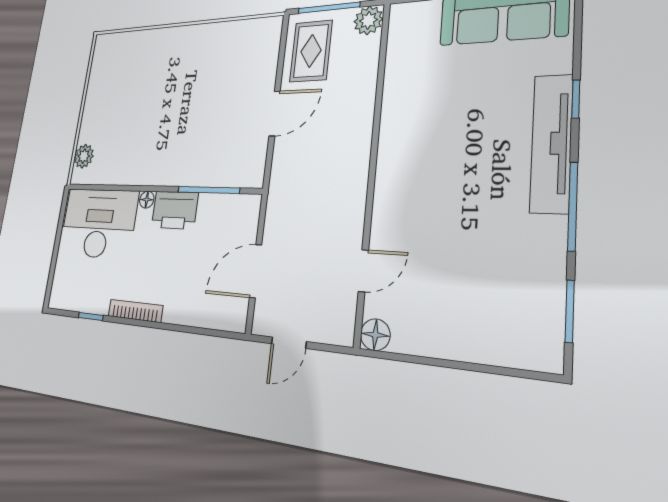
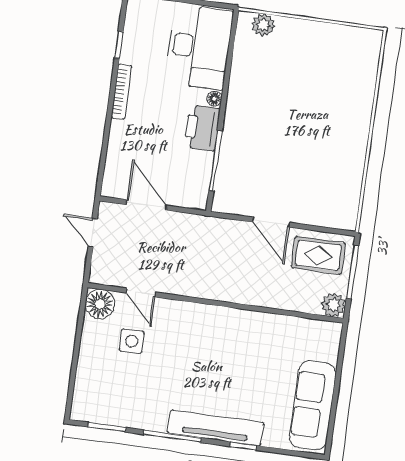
side table: (431, 279) -> (132, 341), added
floor lamp: (375, 335) -> (100, 304), width x1.38, depth x1.38

